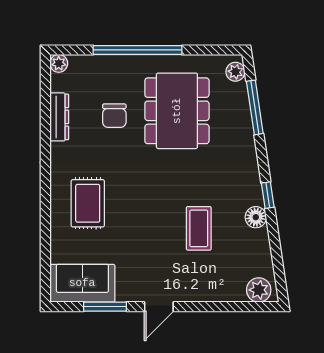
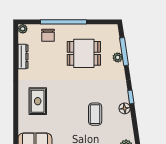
plant: (235, 72) -> (118, 57), moved
dining table: (177, 111) -> (84, 53), width x0.73
chair: (114, 116) -> (48, 35), moved

